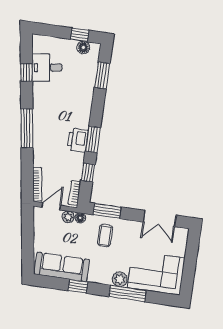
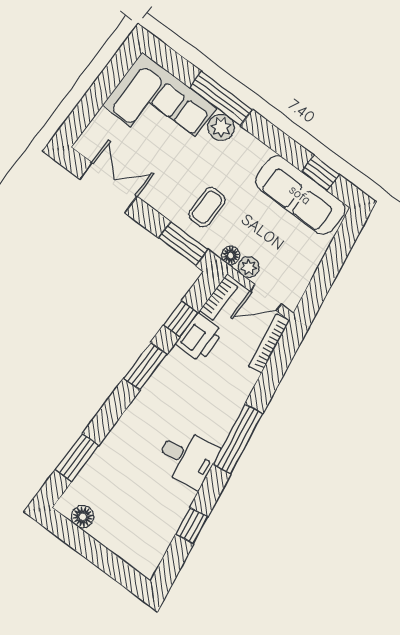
window: (80, 35) -> (78, 539), removed
desk: (47, 68) -> (187, 458), moved
printer: (78, 140) -> (199, 338), moved
window: (78, 286) -> (320, 173), moved

